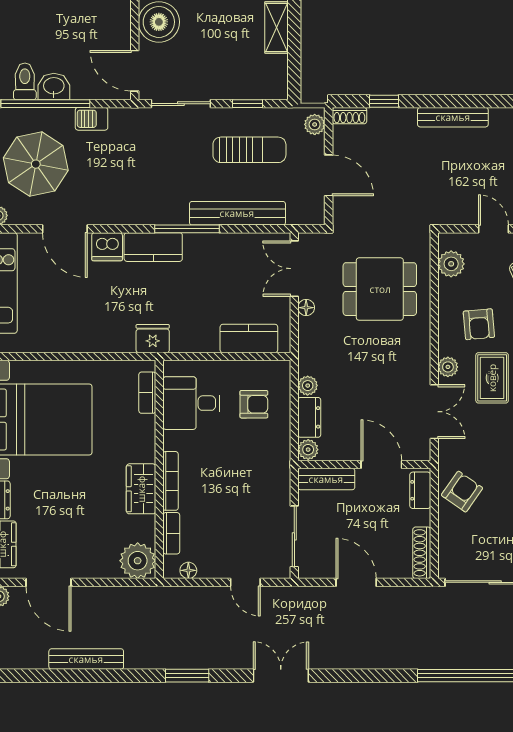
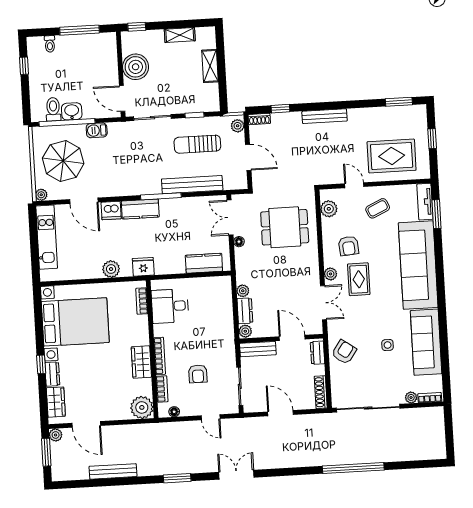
sun lounger: (249, 150) -> (197, 144), turned 180
plant: (102, 339) -> (111, 269), added
armchair: (254, 404) -> (198, 374), moved, turned 90

